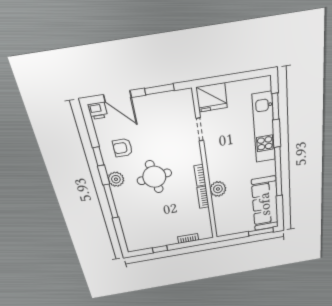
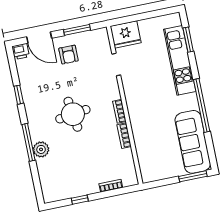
armchair: (123, 148) -> (68, 55), moved, turned -90
plant: (116, 179) -> (41, 149), moved
plant: (218, 189) -> (139, 126), removed

